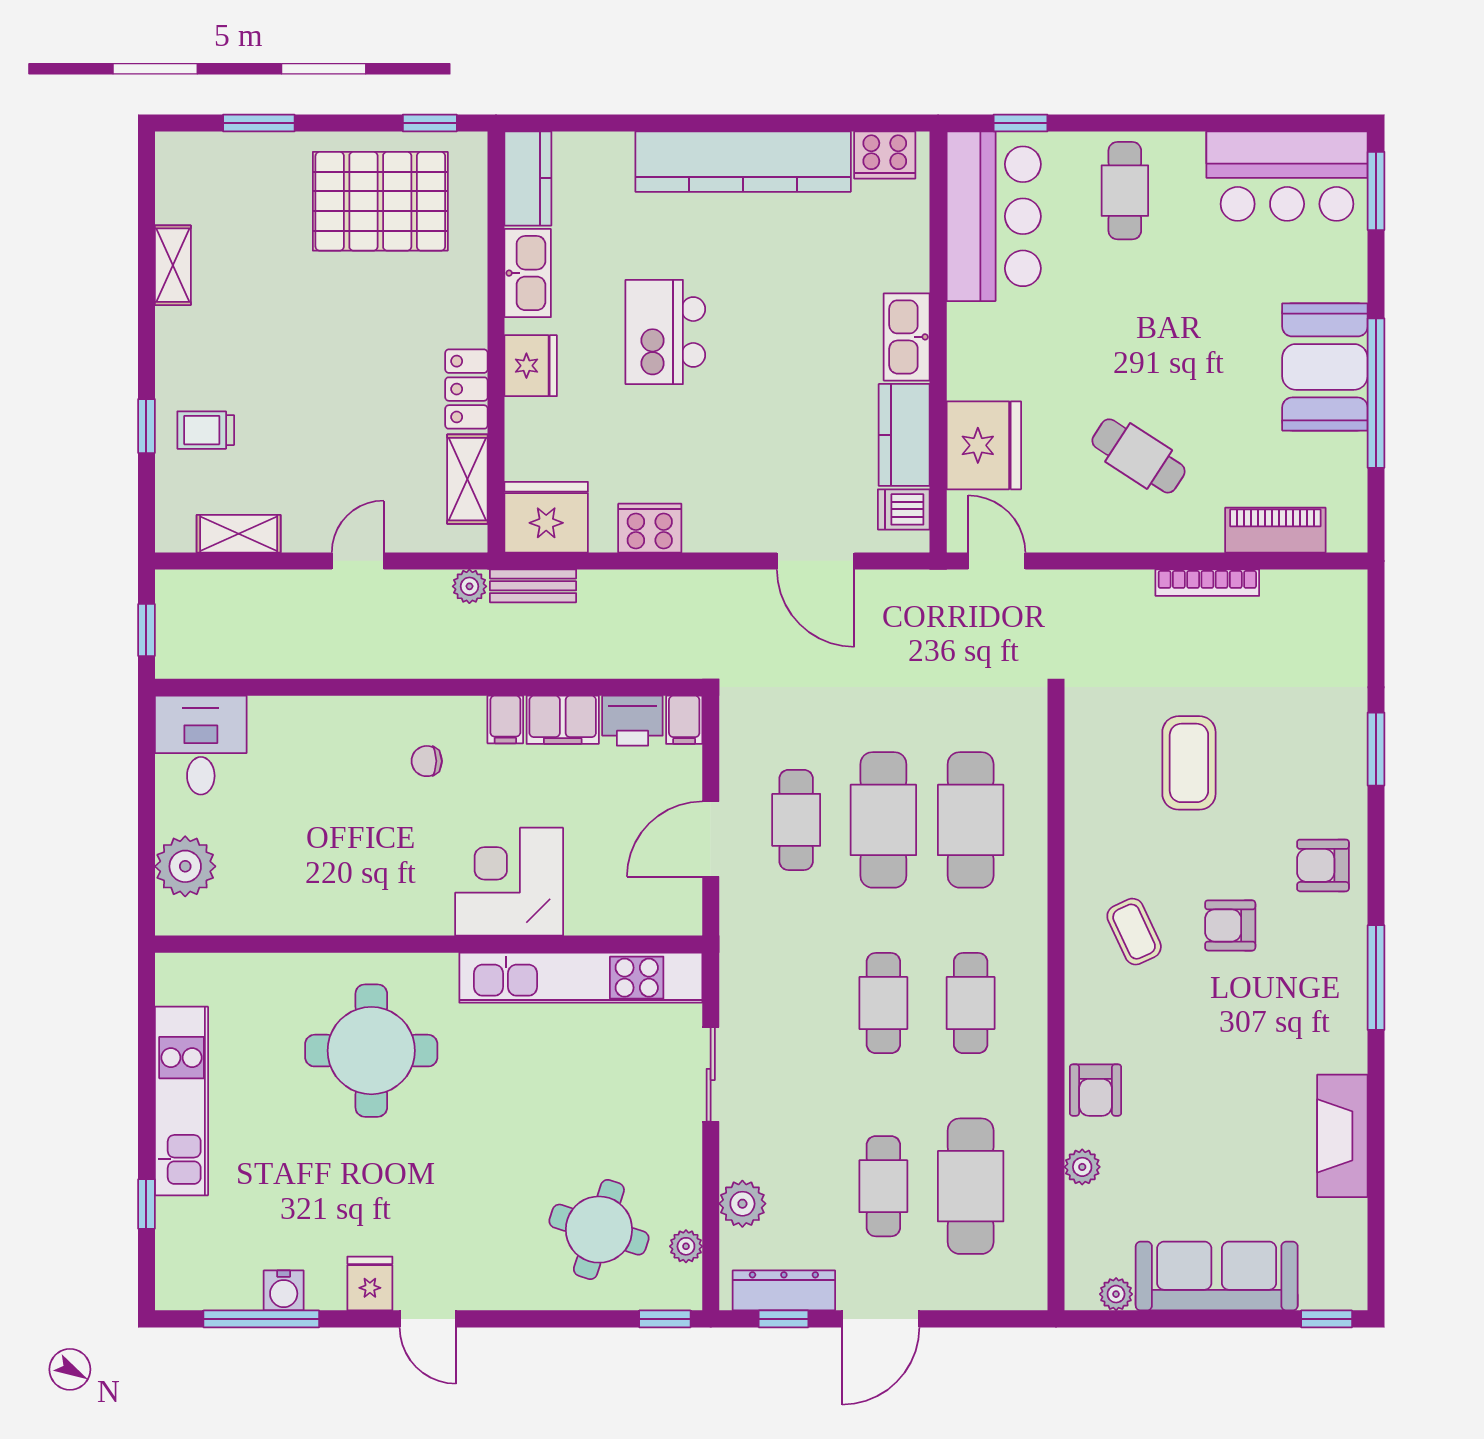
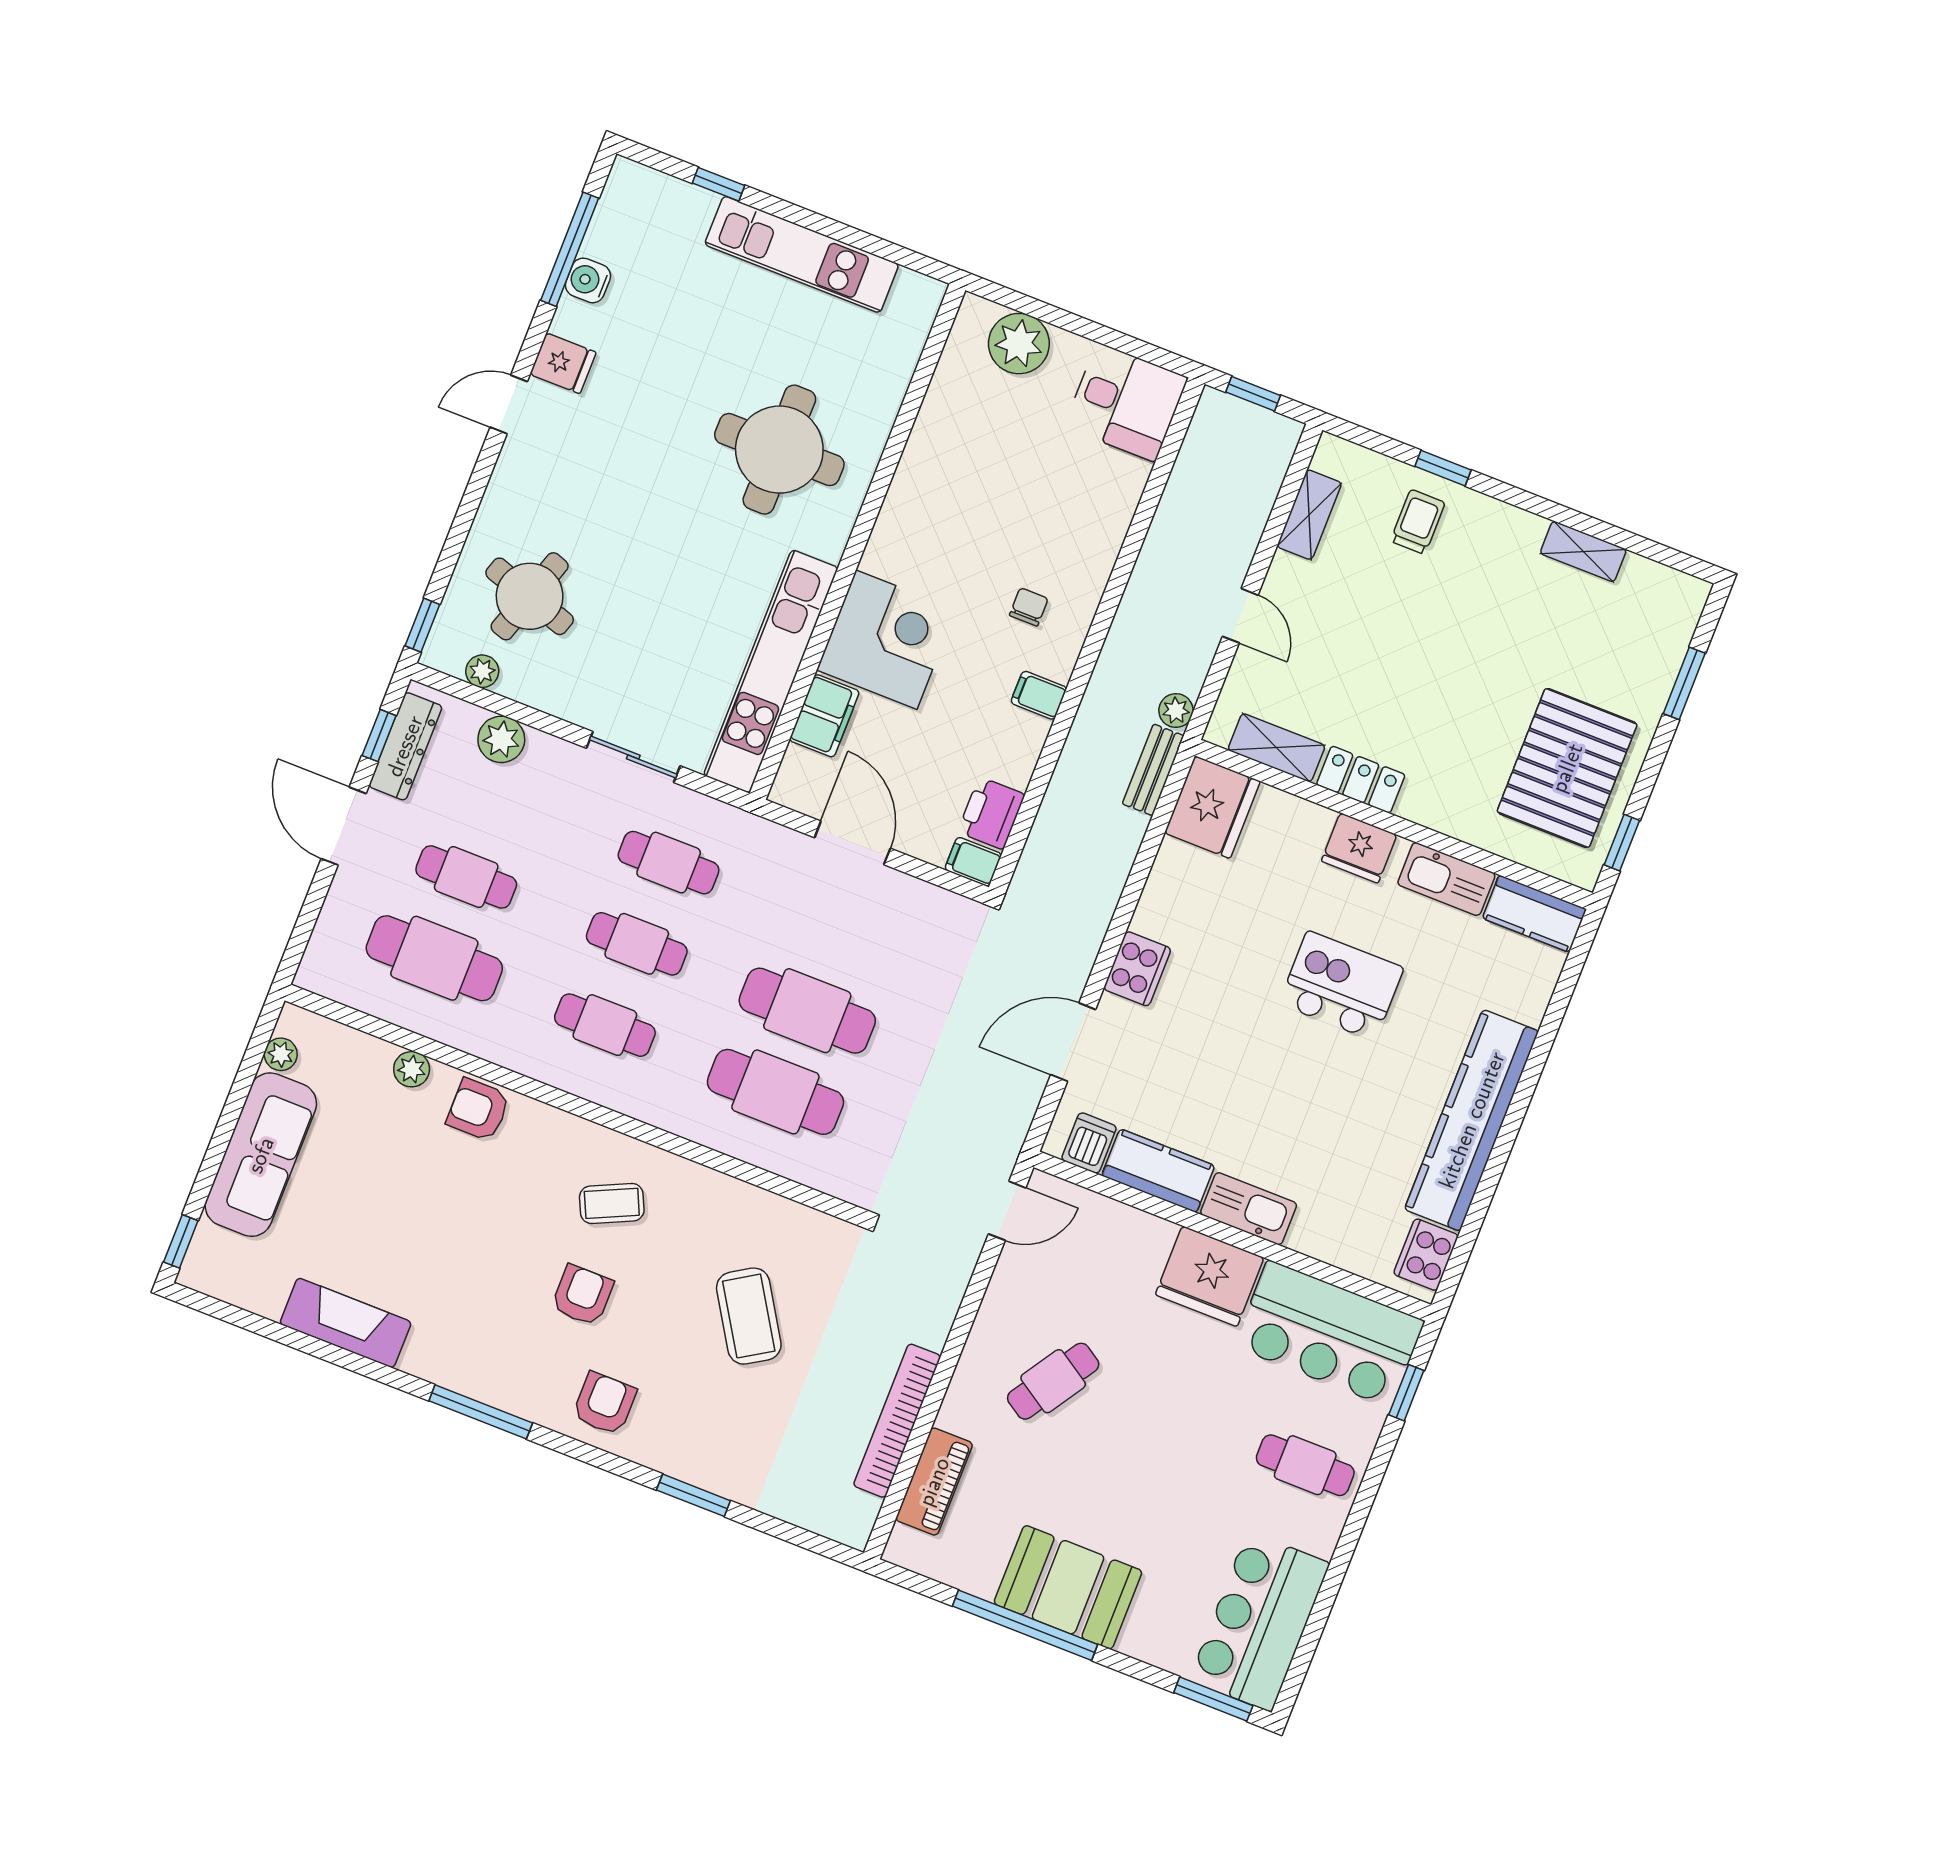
fridge: (984, 445) -> (1210, 1276), moved
cooker: (650, 528) -> (1137, 969), moved
bookcase: (1207, 583) -> (897, 1421), width x1.48, depth x1.31
filing cabinet: (563, 720) -> (824, 716), moved, turned 180
coffee table: (1189, 763) -> (749, 1316), turned 58
cafe table: (796, 820) -> (669, 863), moved

